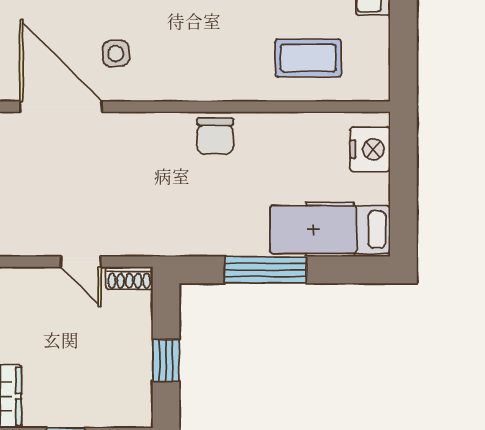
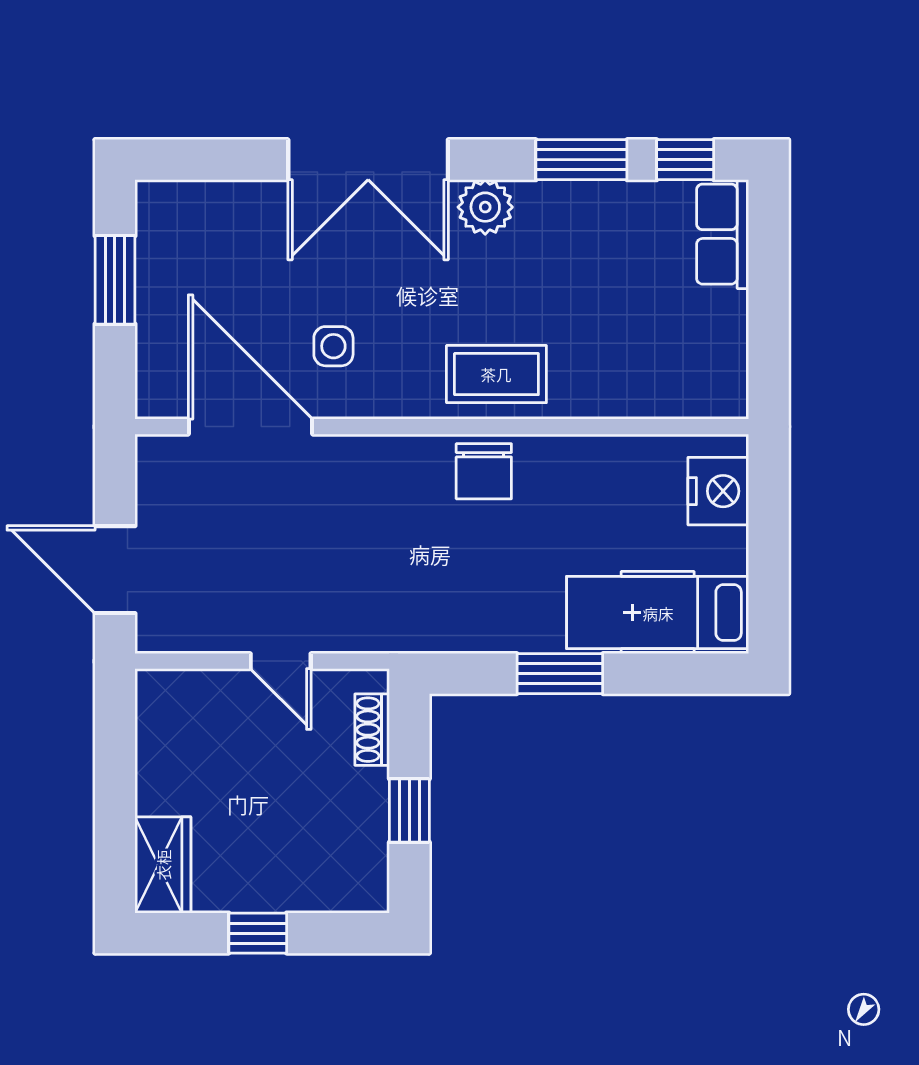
coffee table: (308, 58) -> (496, 374), moved
window: (265, 270) -> (560, 674), width x0.69
shoe rack: (129, 278) -> (372, 730), moved, turned 90

